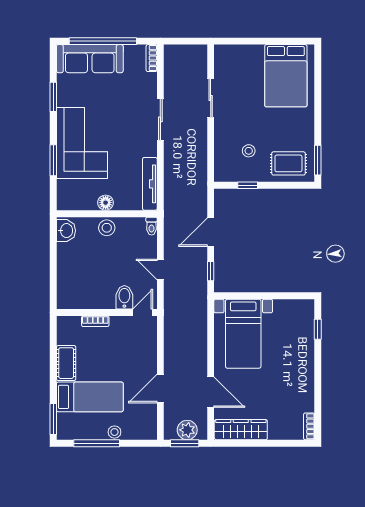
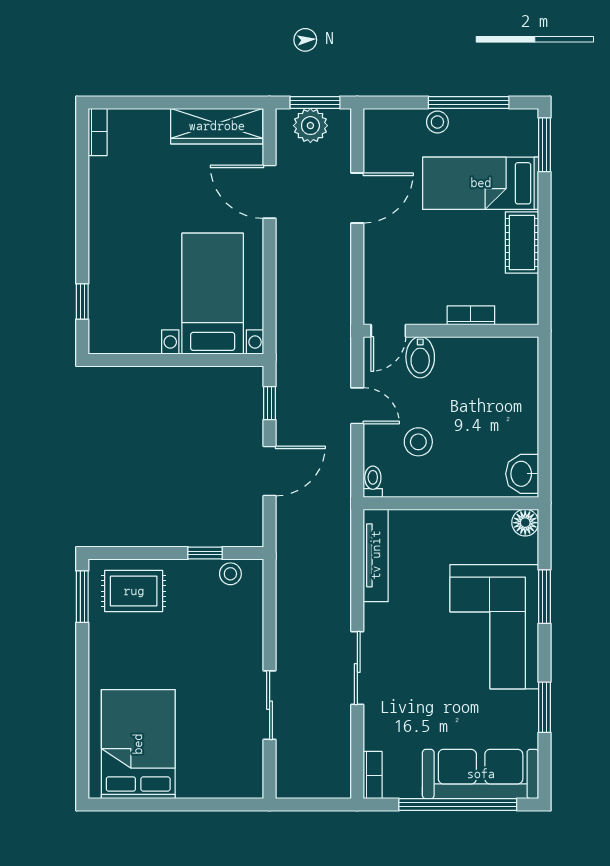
stool: (249, 151) -> (230, 574), moved
floor lamp: (106, 203) -> (525, 523), moved
stool: (107, 228) -> (418, 442), moved

